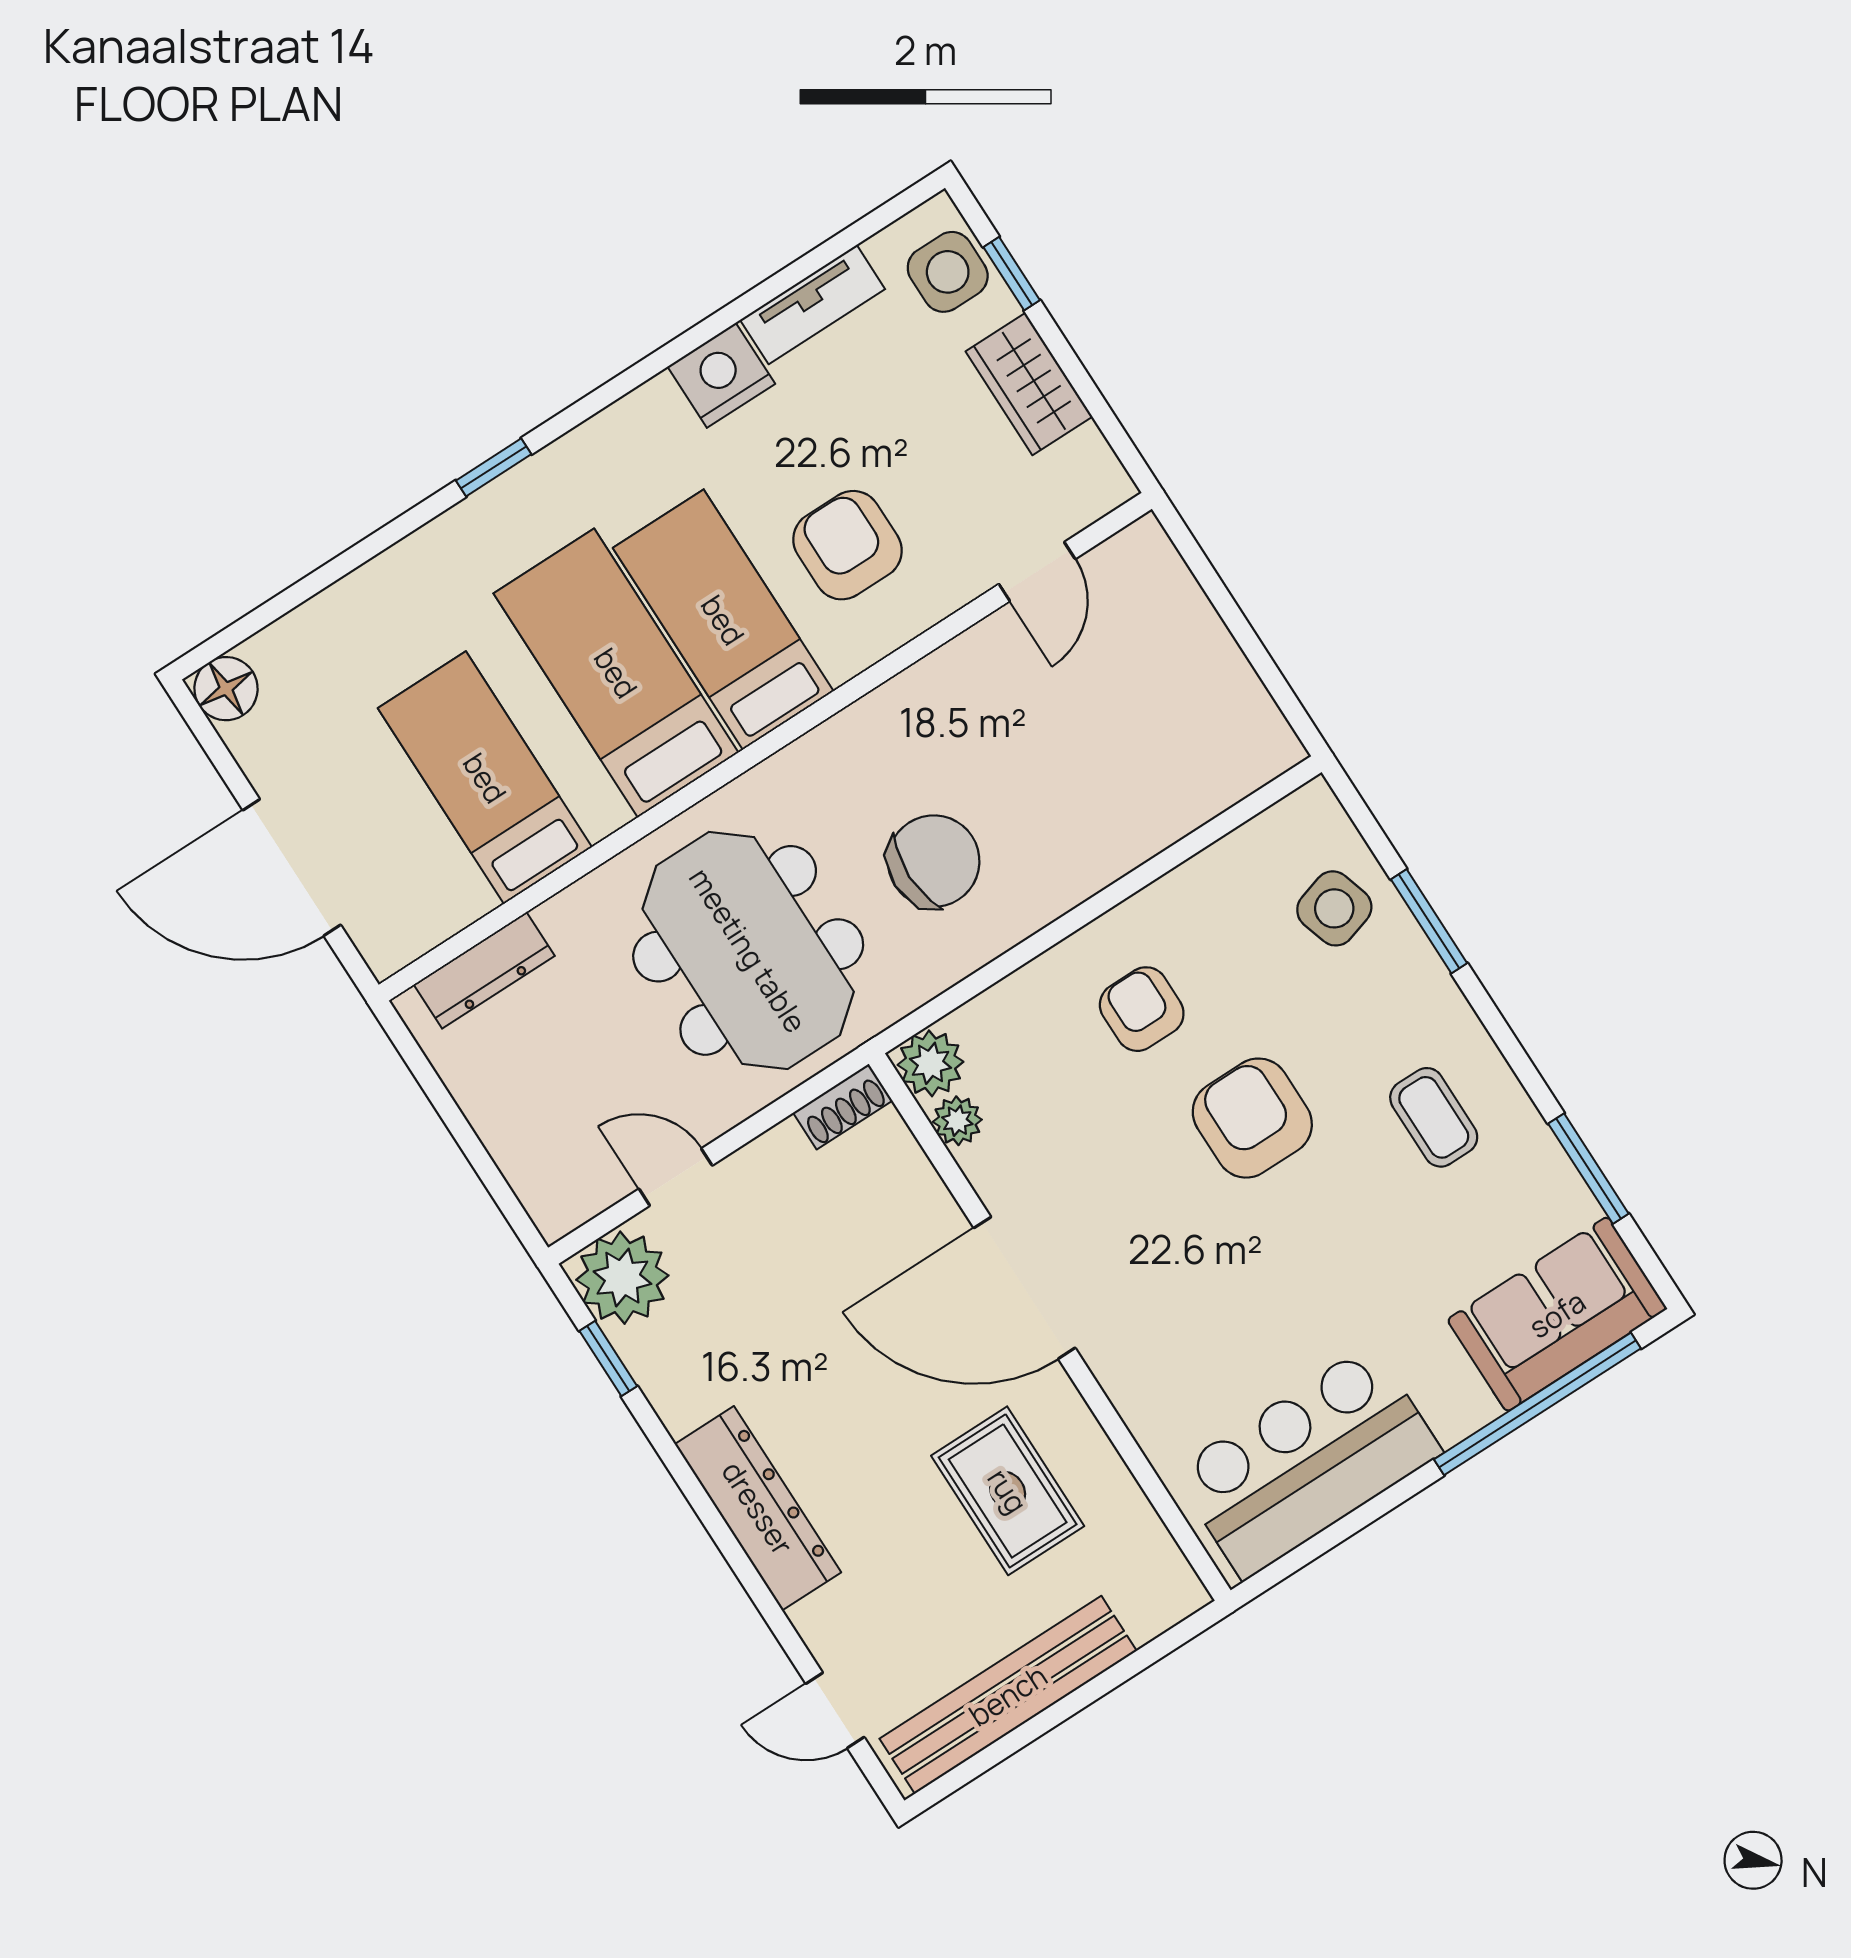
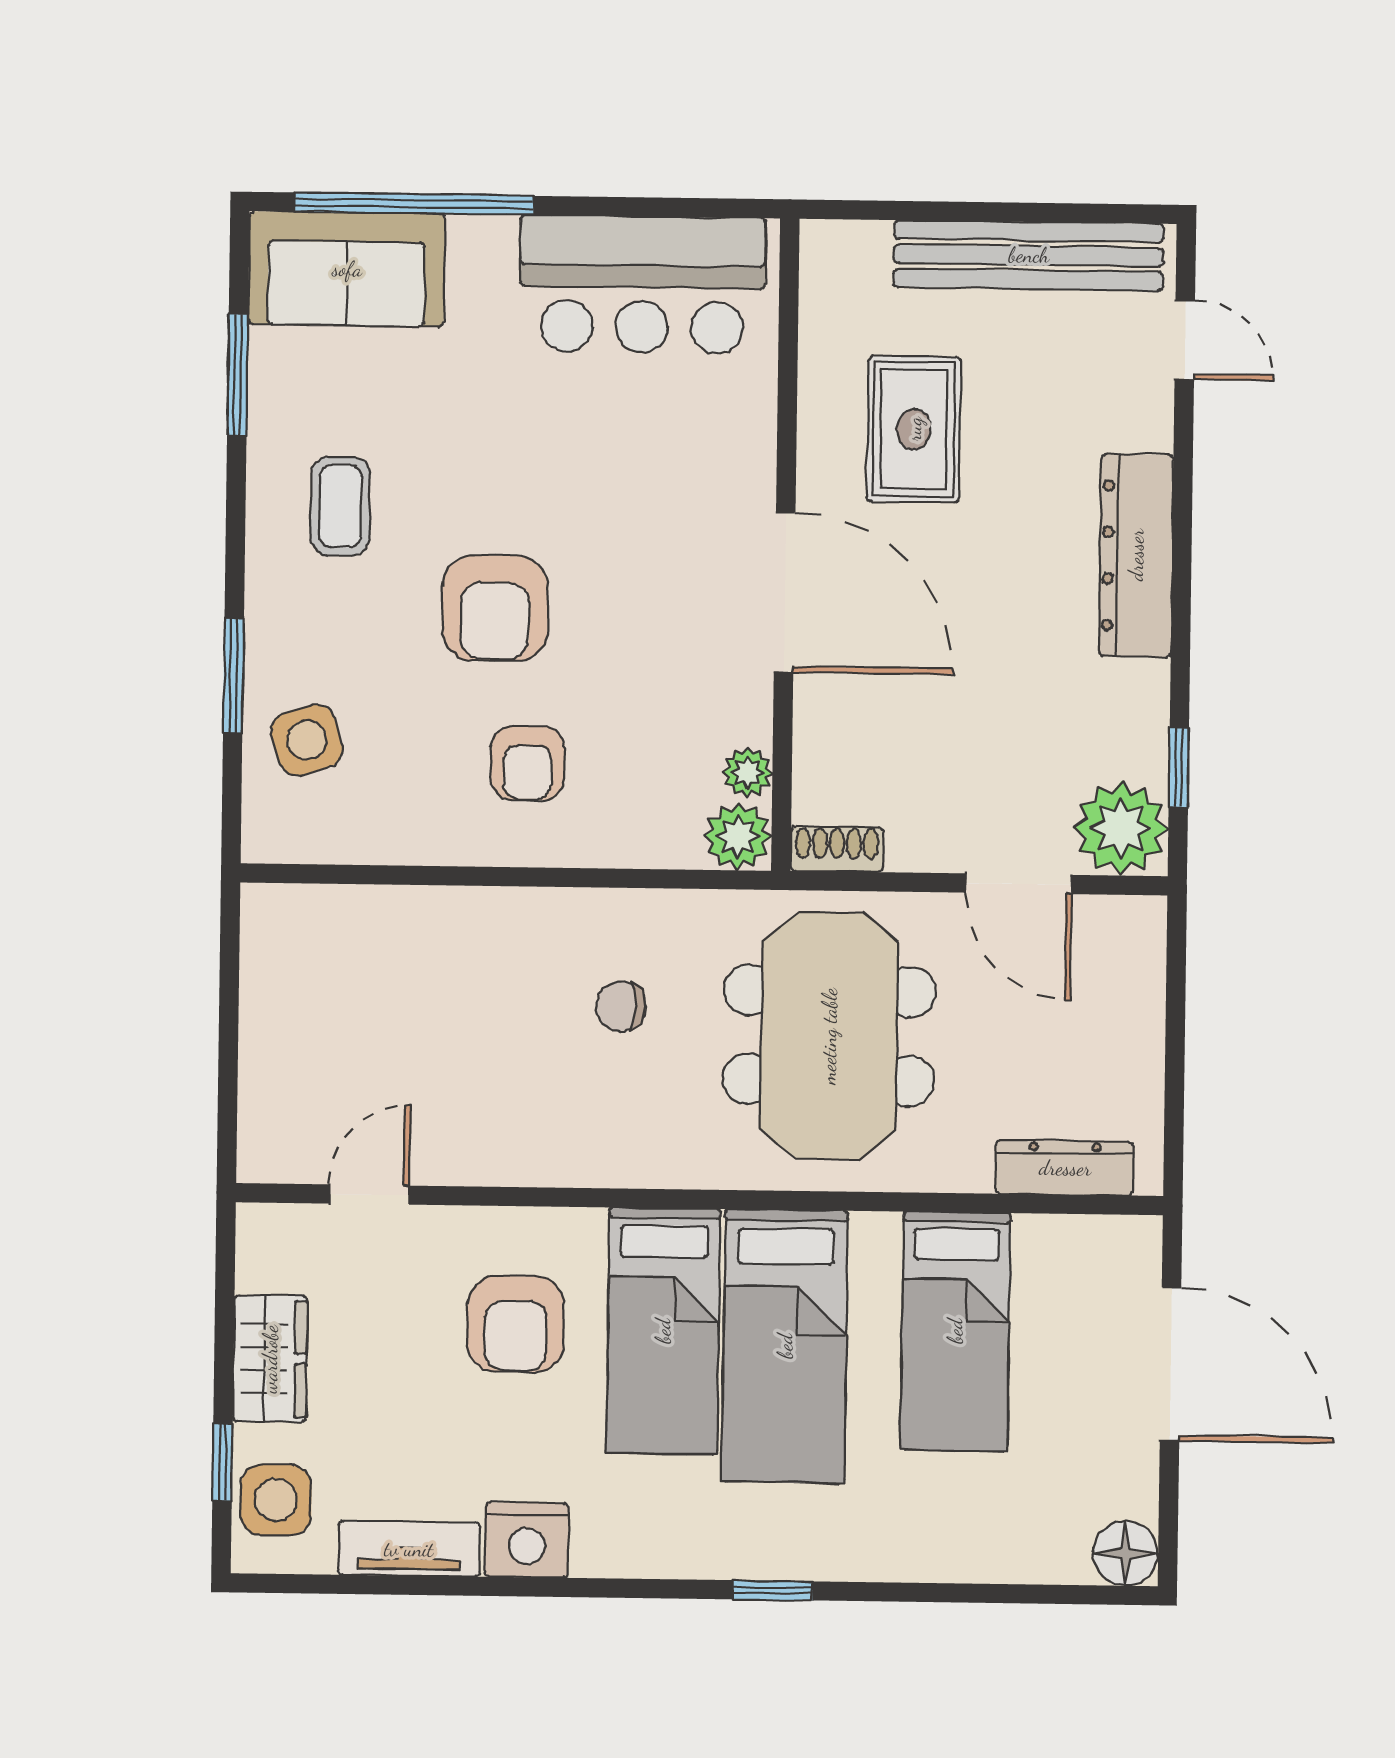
chair: (934, 861) -> (621, 1007), width x0.54, depth x0.54
door: (676, 1177) -> (1019, 884), width x1.38

